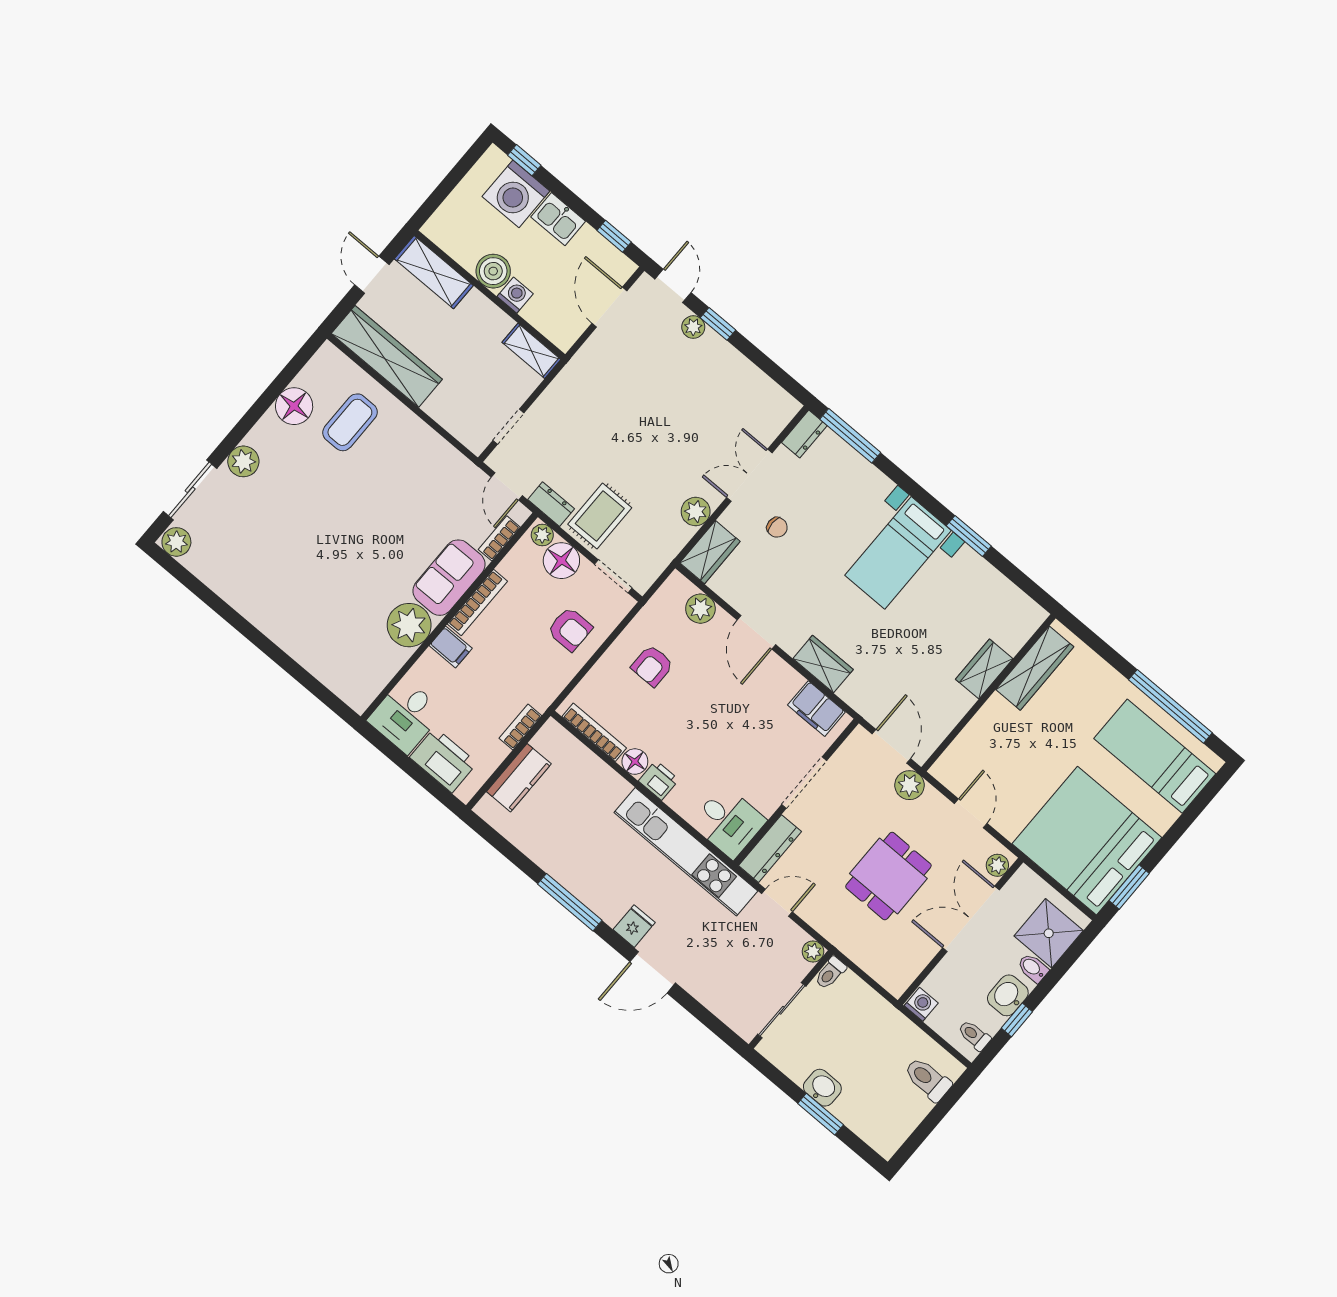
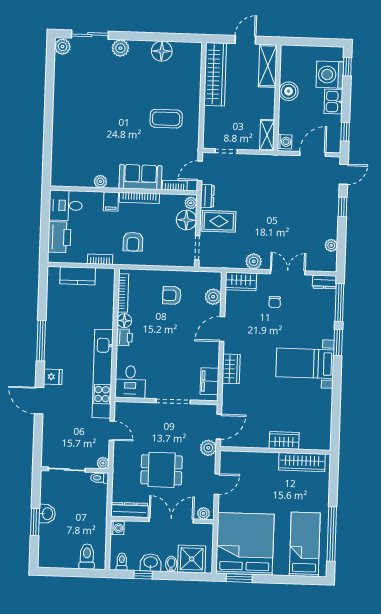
washing machine: (515, 295) -> (285, 142), moved
plant: (693, 327) -> (331, 245), moved
coffee table: (350, 422) -> (166, 119), moved
window: (969, 536) -> (338, 343), moved
plant: (409, 625) -> (100, 181), width x0.53, depth x0.53
armchair: (570, 629) -> (133, 242), moved
dresser: (770, 849) -> (130, 510), moved, turned 180

